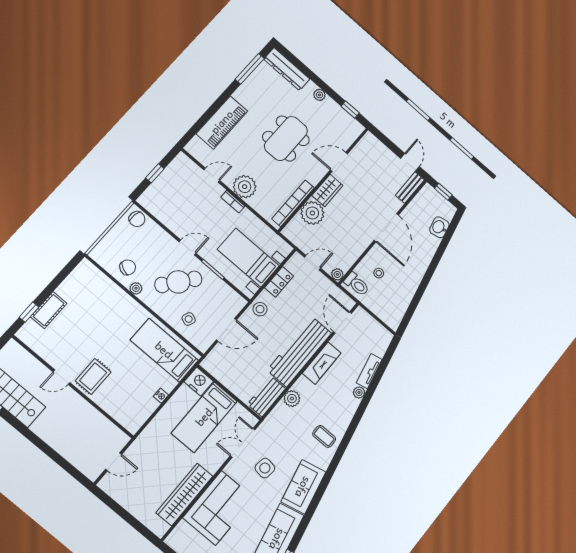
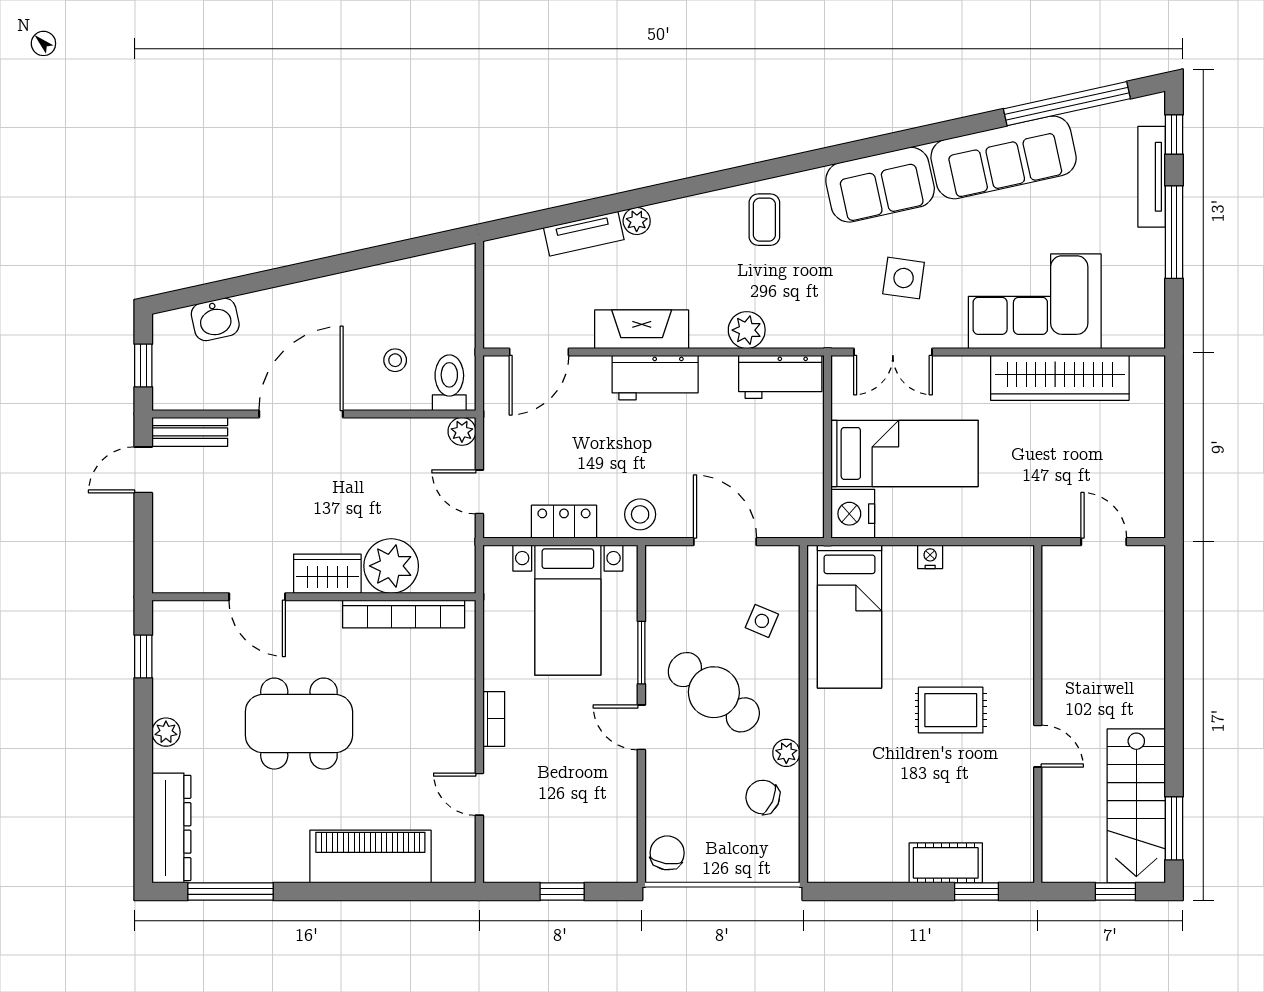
plant: (245, 187) -> (449, 722), removed
workbench: (299, 352) -> (655, 378), width x0.53, depth x0.76
rug: (93, 376) -> (951, 710), moved

